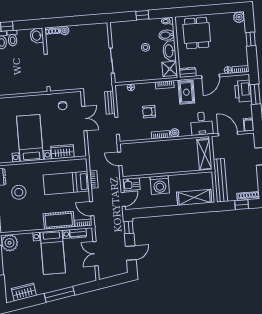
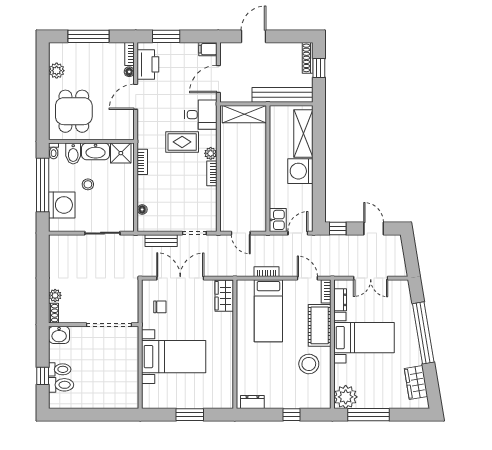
window: (142, 15) -> (43, 185), width x3.17
plant: (239, 17) -> (57, 71), moved
washing machine: (129, 30) -> (62, 205), added
dining table: (197, 33) -> (74, 111), turned 90
window: (251, 39) -> (88, 36), width x2.17
dresser: (188, 72) -> (128, 128), removed
door: (210, 76) -> (136, 97), swing flipped
printer: (243, 91) -> (148, 64), moved, turned -90
rug: (186, 92) -> (182, 142), moved
armchair: (149, 112) -> (178, 187), removed
double door: (84, 118) -> (180, 278), width x1.37
bed with nightstands: (30, 138) -> (174, 357), moved, turned 180
wardrobe: (62, 152) -> (224, 296), moved
door: (120, 159) -> (241, 233), hinge flipped
washing machine: (160, 185) -> (300, 171), moved, turned 180
stool: (19, 192) -> (309, 364), moved
door: (123, 199) -> (298, 233), hinge flipped
door: (92, 209) -> (307, 278), swing flipped
window: (60, 294) -> (423, 333), width x1.46

